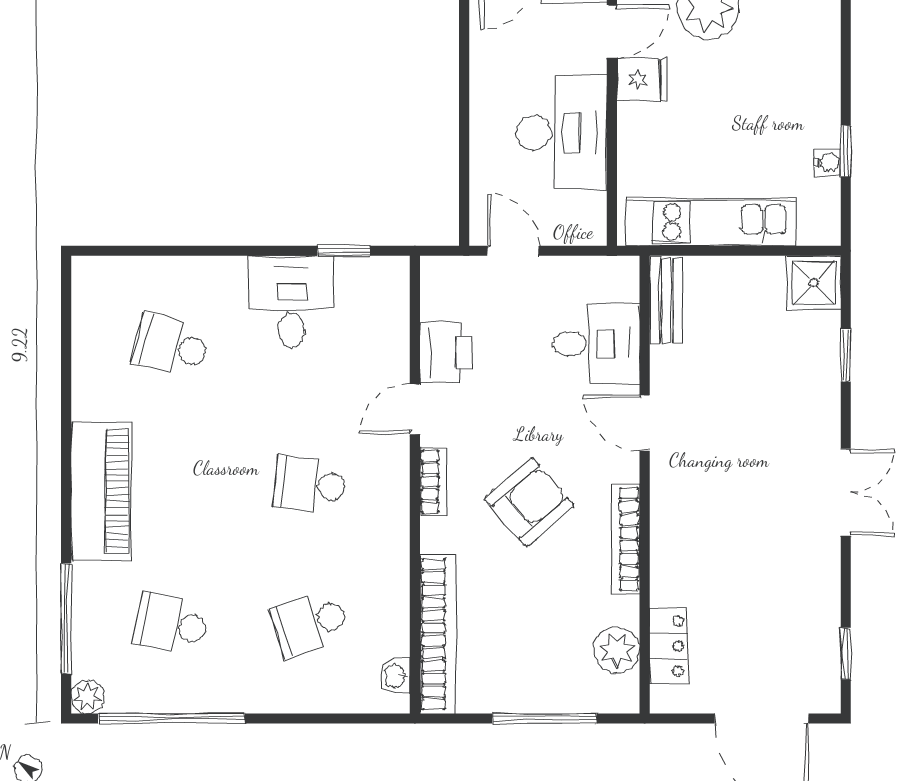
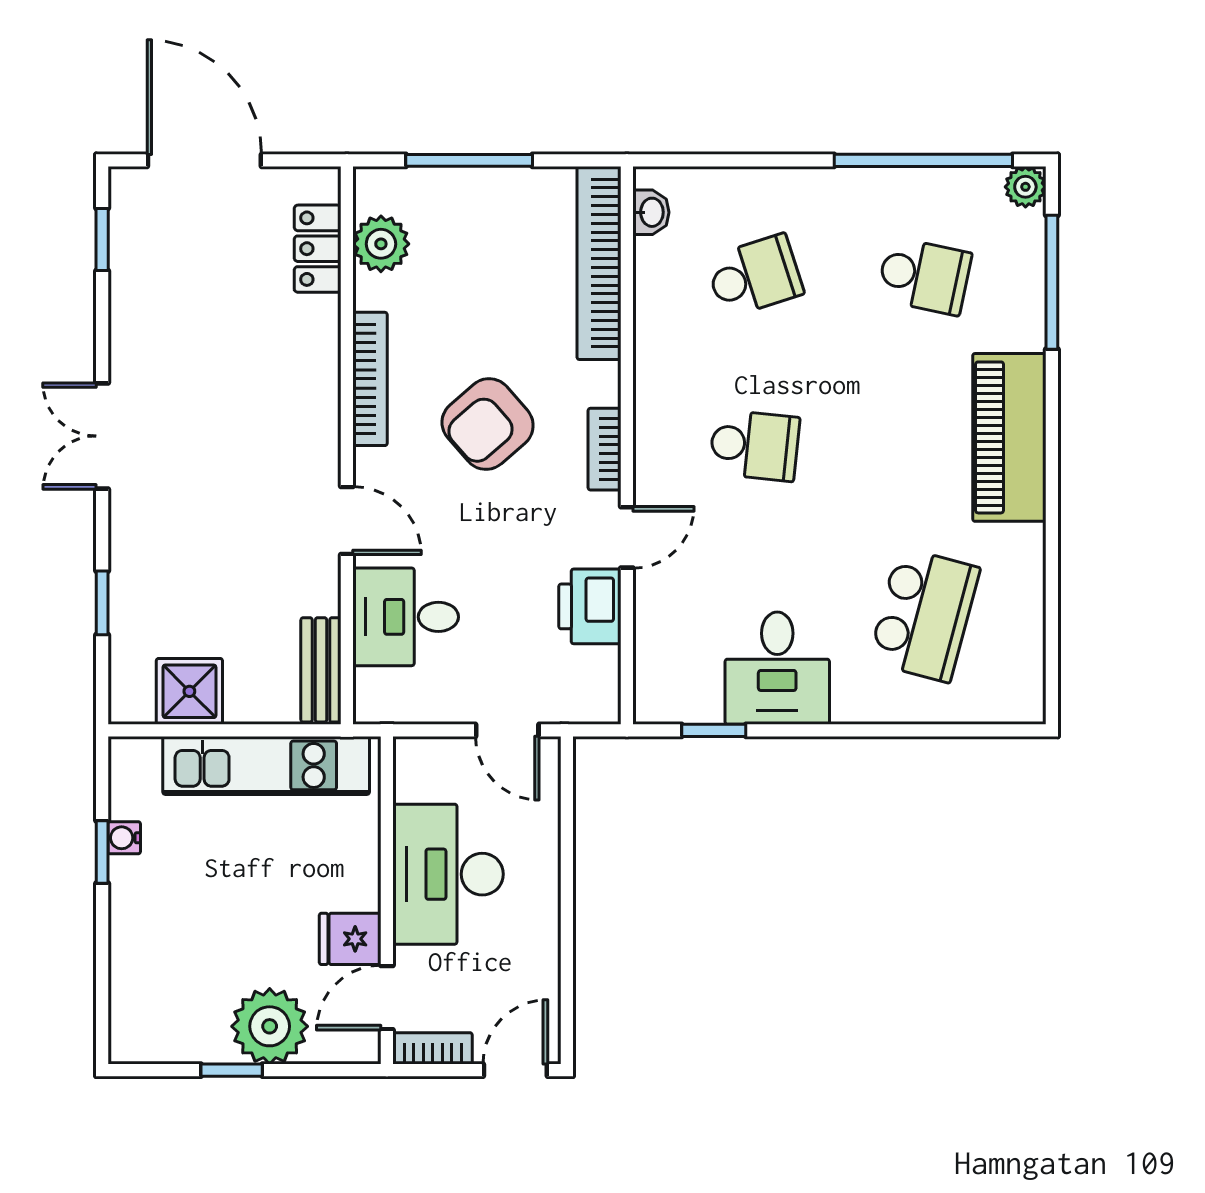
shower: (814, 283) -> (189, 691), moved
school desk: (171, 346) -> (924, 615), width x1.85

